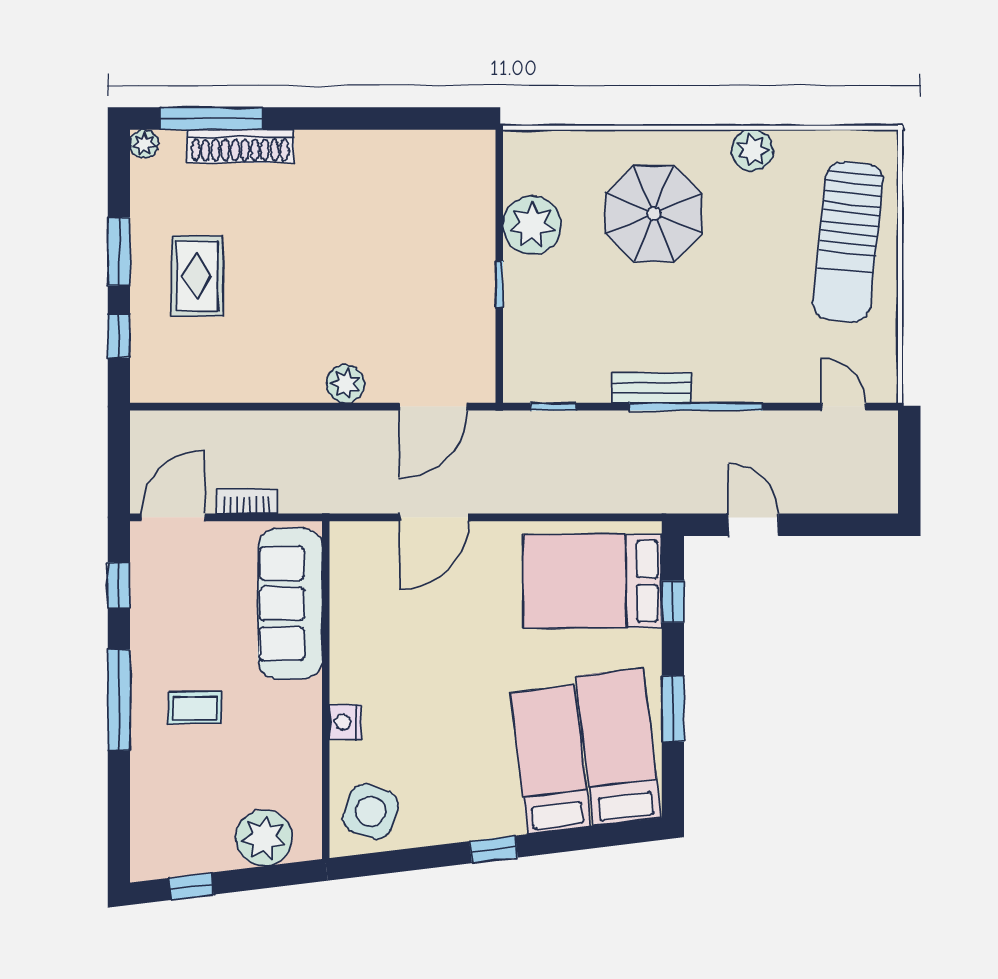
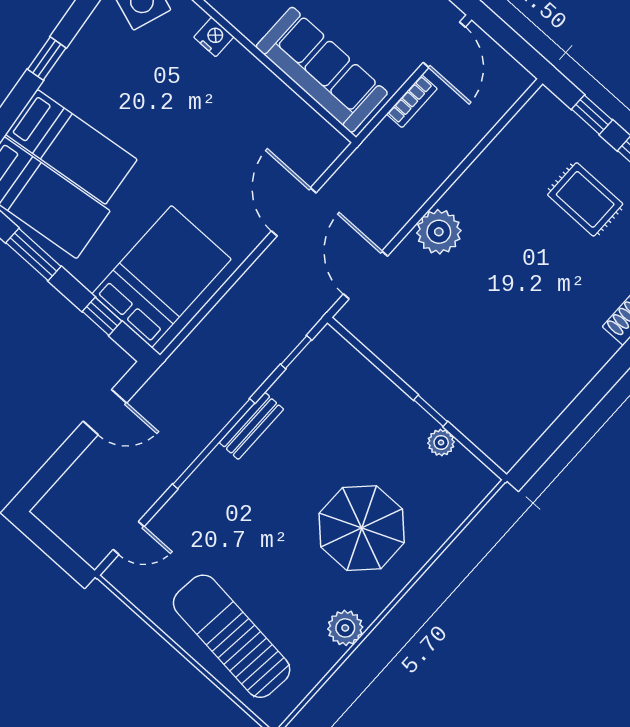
plant: (532, 225) -> (441, 442), width x0.53, depth x0.53
window: (499, 284) -> (431, 411), moved
plant: (346, 384) -> (439, 232), width x1.36, depth x1.36

